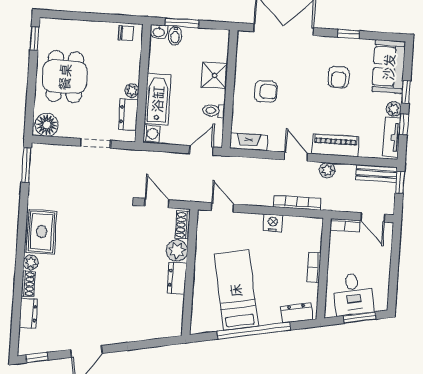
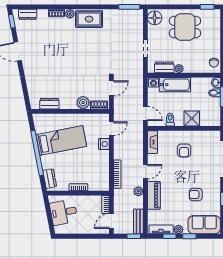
nightstand: (273, 223) -> (104, 144), moved
dresser: (177, 278) -> (49, 104), moved
dresser: (28, 313) -> (28, 14), moved
window: (360, 318) -> (50, 217), removed

